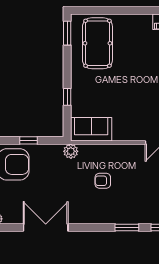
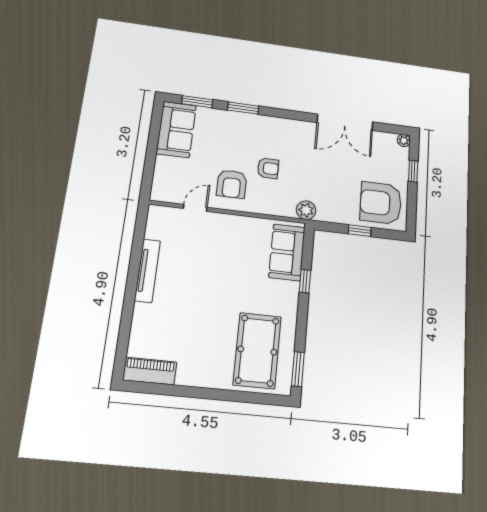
sofa: (91, 129) -> (287, 252), moved, turned 90
armchair: (129, 165) -> (232, 184), added

